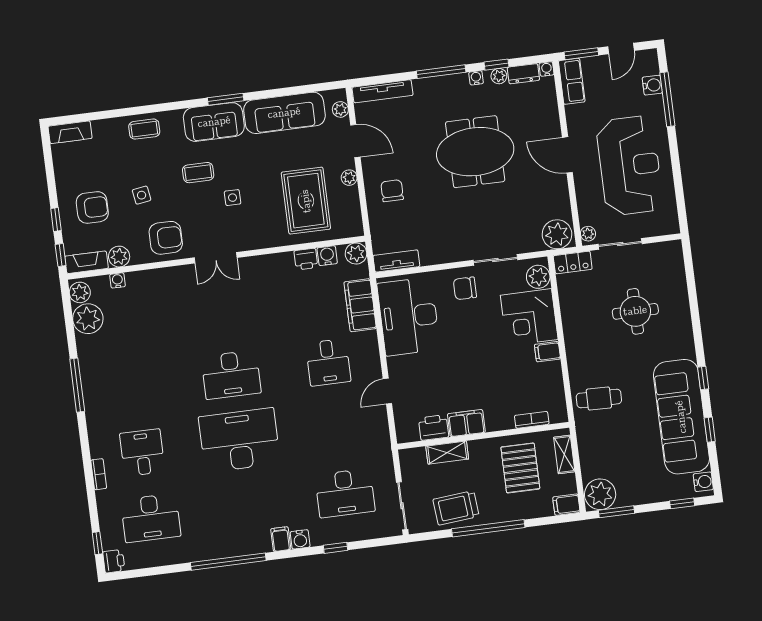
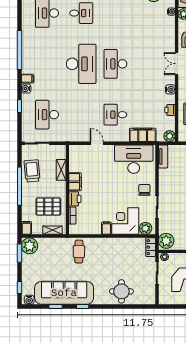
water cooler: (327, 256) -> (170, 89), moved
round table: (635, 311) -> (121, 291), moved
printer: (434, 427) -> (75, 199), moved

